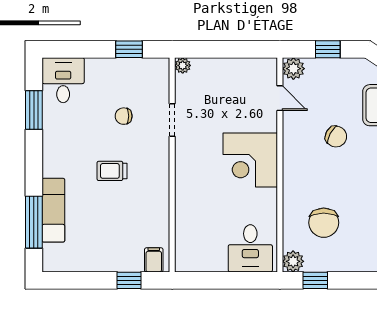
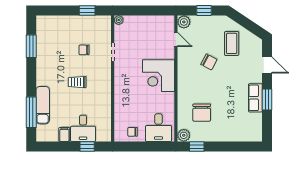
desk: (63, 80) -> (83, 128), moved, turned 180
chair: (206, 255) -> (133, 132), added
filing cabinet: (154, 260) -> (64, 134), moved

